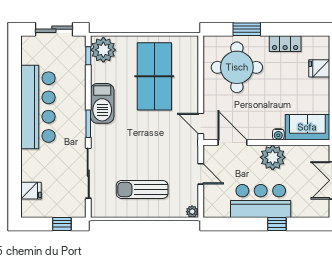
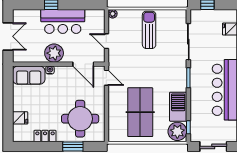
barbecue: (102, 103) -> (178, 107), moved
sun lounger: (142, 189) -> (149, 30), turned -90

